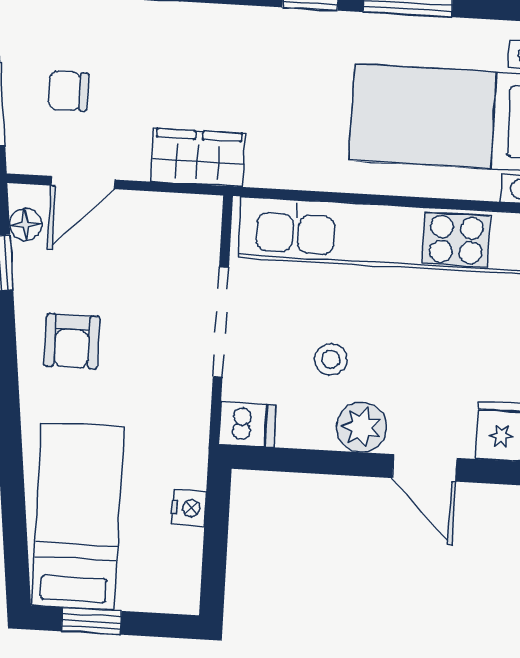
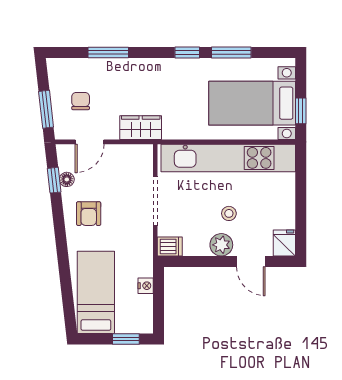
chair: (68, 91) -> (81, 101), turned 90
floor lamp: (26, 224) -> (67, 179), moved
stool: (331, 359) -> (229, 213), moved
window: (91, 621) -> (126, 339), moved

